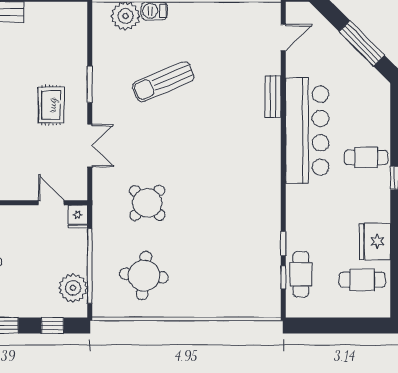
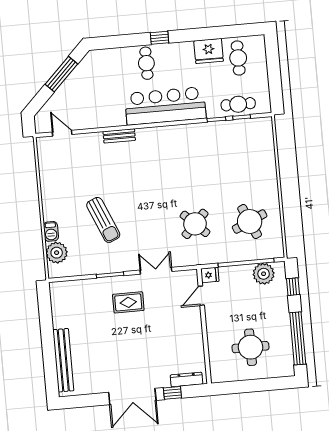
bench: (273, 97) -> (119, 136), moved
bar counter: (307, 131) -> (165, 106), moved
round table: (144, 276) -> (250, 222), turned -30

